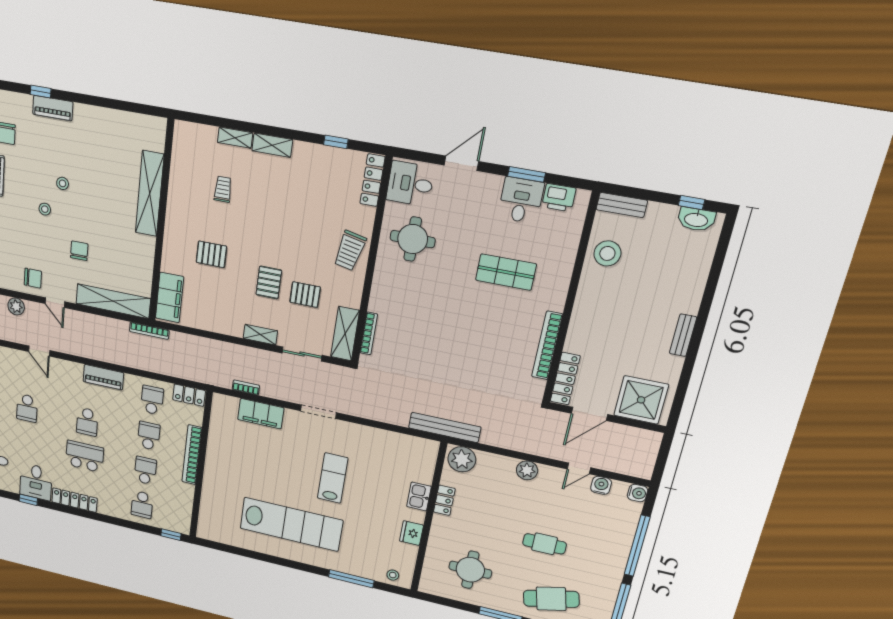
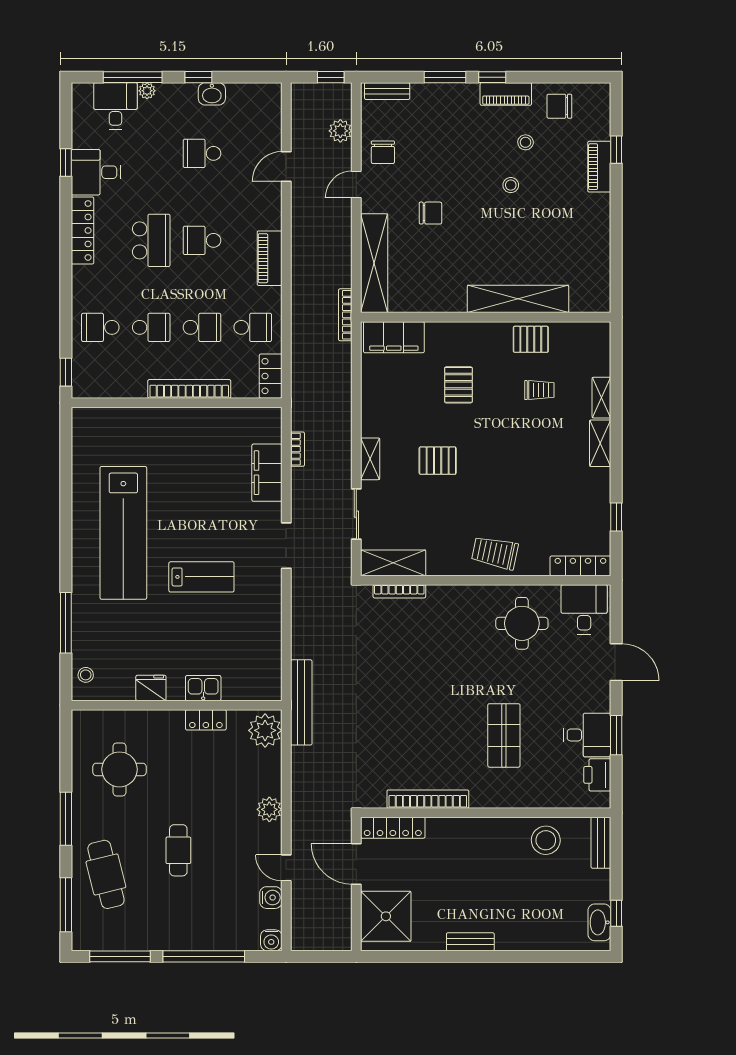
stool: (45, 209) -> (526, 142), moved
pallet: (305, 295) -> (531, 339), moved, turned 90

